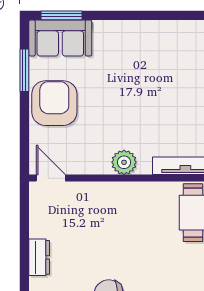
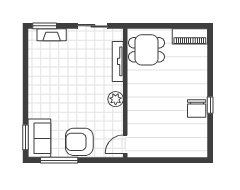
window: (24, 70) -> (59, 160), width x1.44
dresser: (39, 257) -> (174, 151), removed

